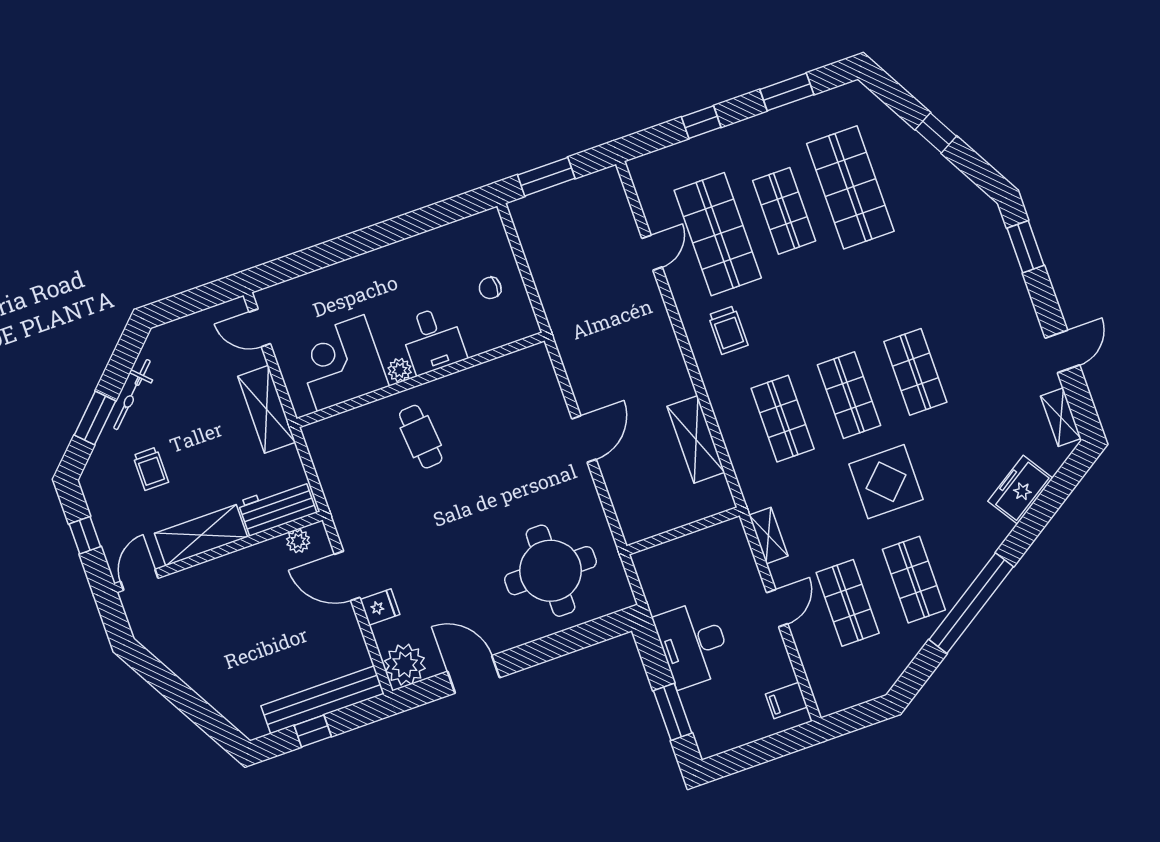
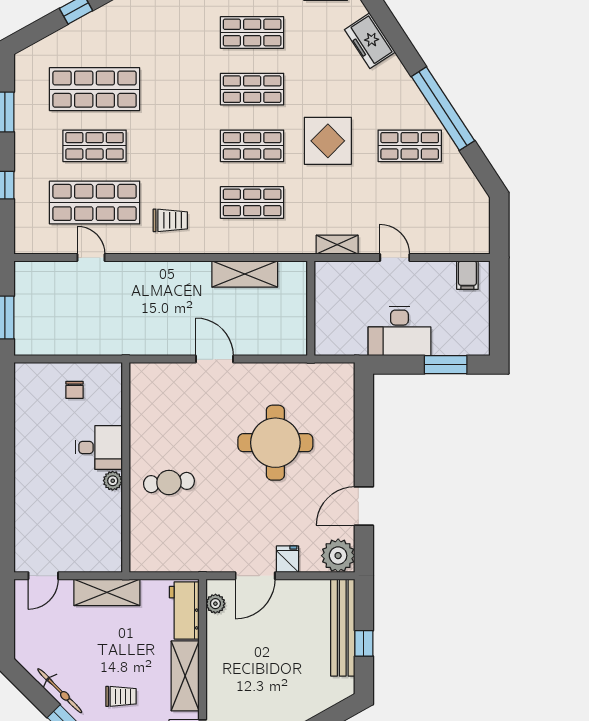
corner desk: (341, 363) -> (92, 524), removed
round table: (550, 571) -> (275, 443), moved
shop shelf: (848, 603) -> (252, 32), moved

